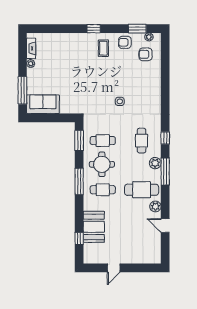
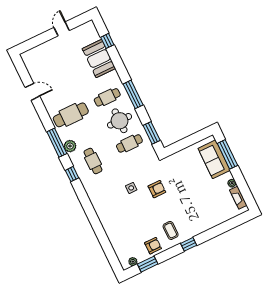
armchair: (146, 54) -> (157, 189), moved
sofa: (43, 104) -> (214, 159), moved, turned 90
plant: (155, 206) -> (50, 105), removed

